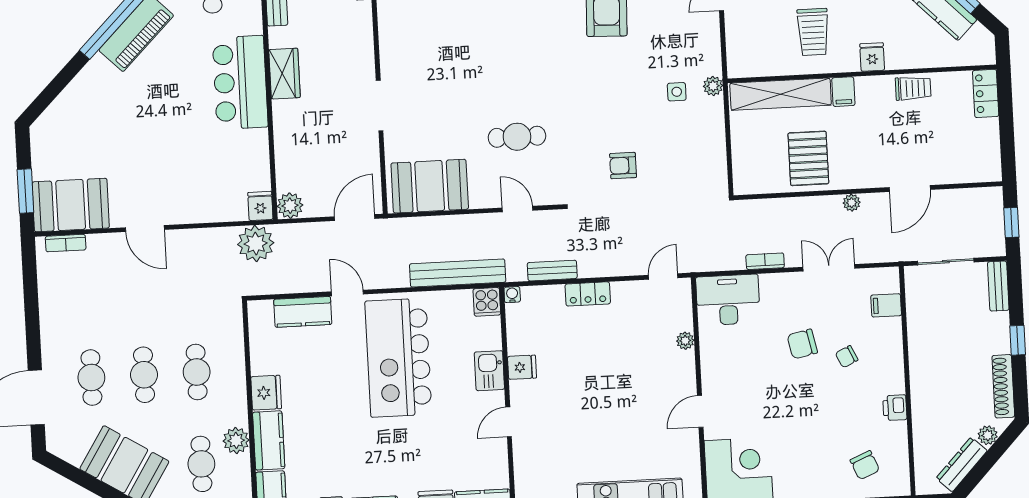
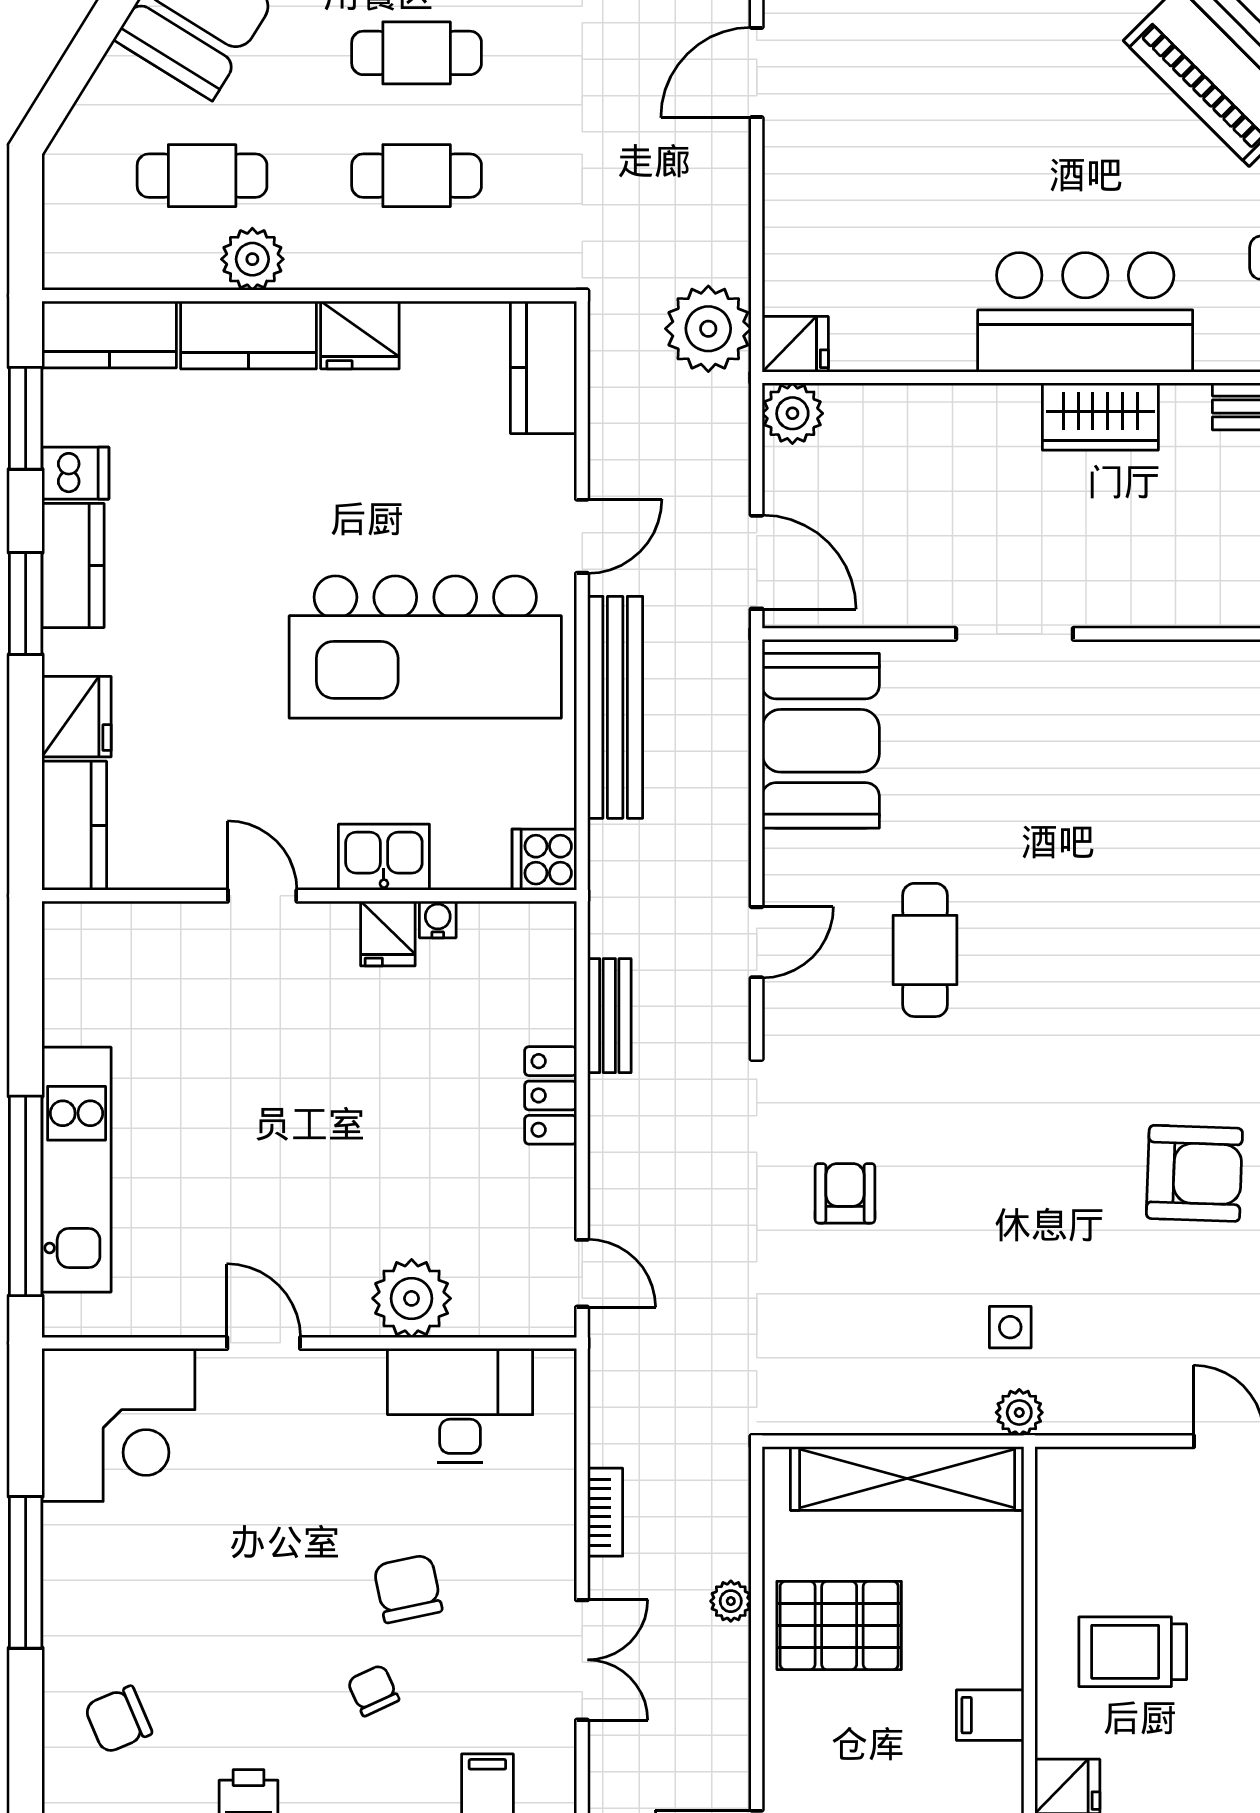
shelving: (781, 94) -> (907, 1478), moved, turned 90
plant: (852, 203) -> (731, 1601), moved
bench: (458, 273) -> (615, 707), moved
water cooler: (512, 295) -> (438, 919), moved, turned -90
desk: (728, 300) -> (460, 1406), moved, turned -90
kitchen counter: (303, 312) -> (544, 367), moved
plant: (685, 341) -> (412, 1298), width x1.87, depth x1.87
kitchen island: (398, 358) -> (425, 647), turned 180

